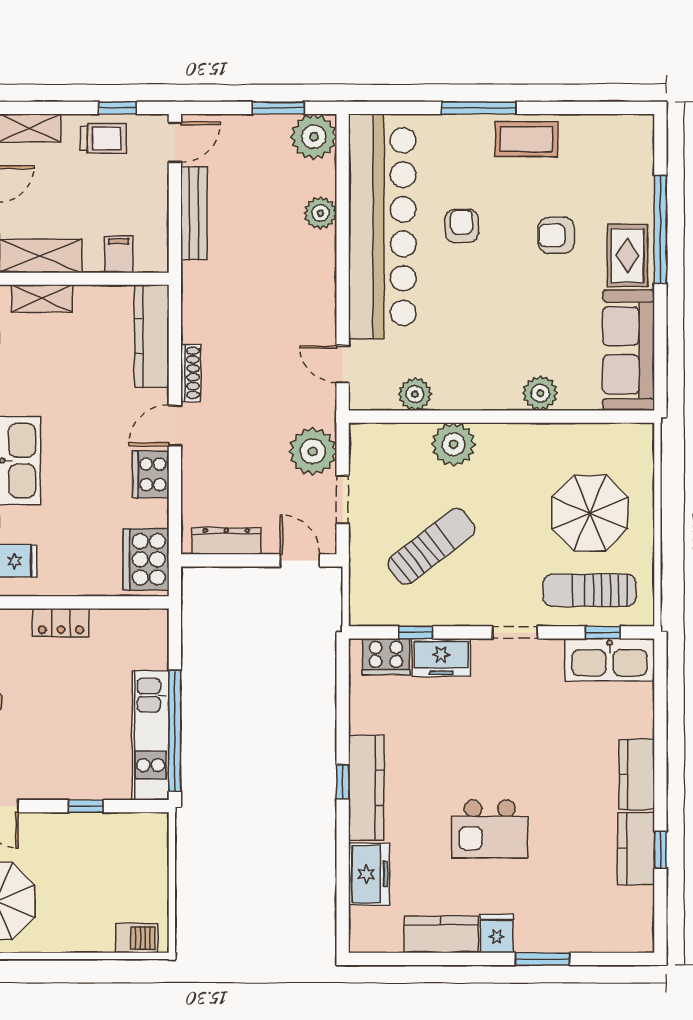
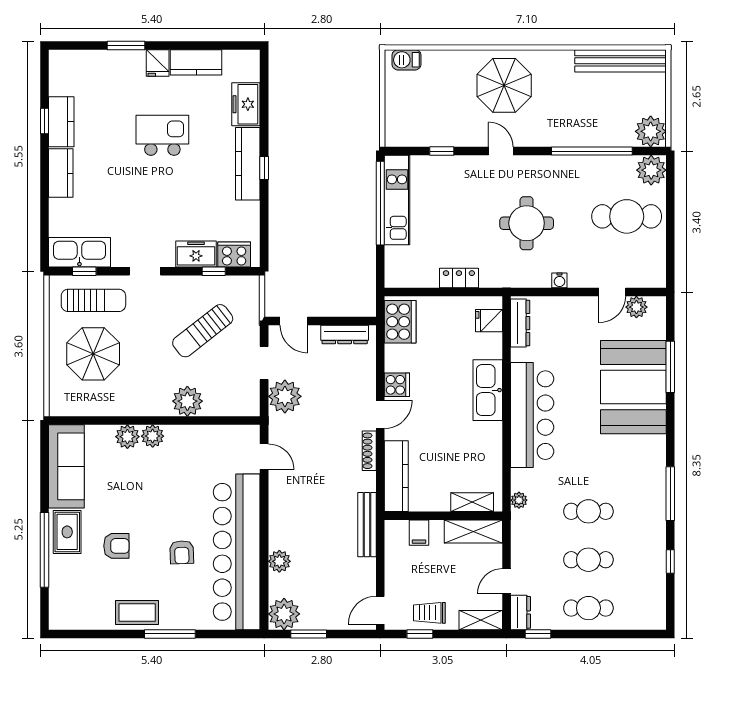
bench: (194, 213) -> (367, 525), moved
plant: (415, 394) -> (153, 436), moved
cooker: (151, 474) -> (397, 385), width x0.73

